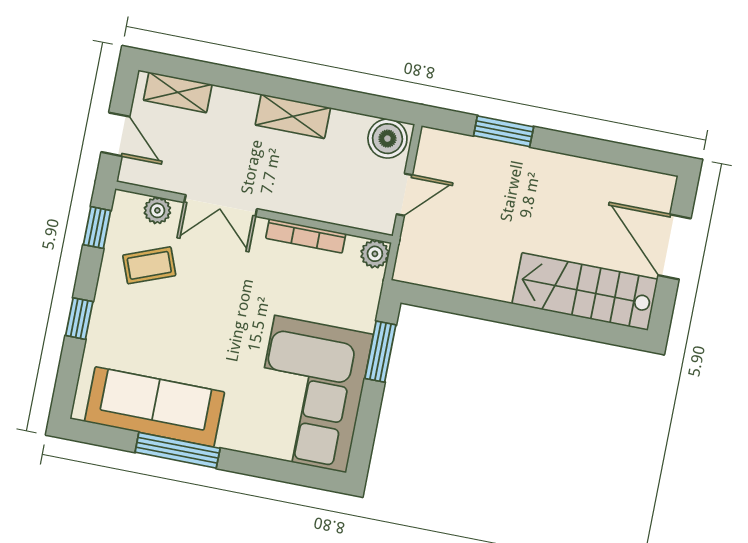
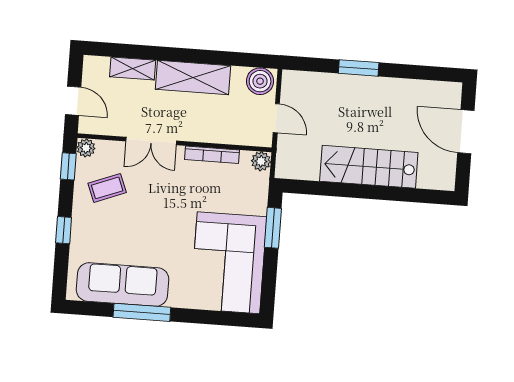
shelving: (178, 92) -> (133, 68), moved
shelving: (293, 116) -> (193, 77), width x1.50, depth x1.33
window: (504, 131) -> (359, 68), moved
door: (404, 195) -> (276, 118), hinge flipped
plant: (157, 210) -> (86, 148), moved
stairs: (585, 291) -> (369, 167), moved

